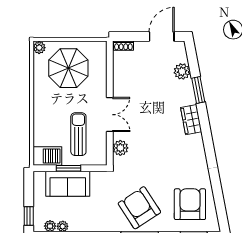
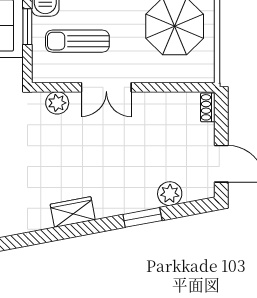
wardrobe: (191, 120) -> (73, 212), moved
sun lounger: (78, 134) -> (77, 41), turned 180

